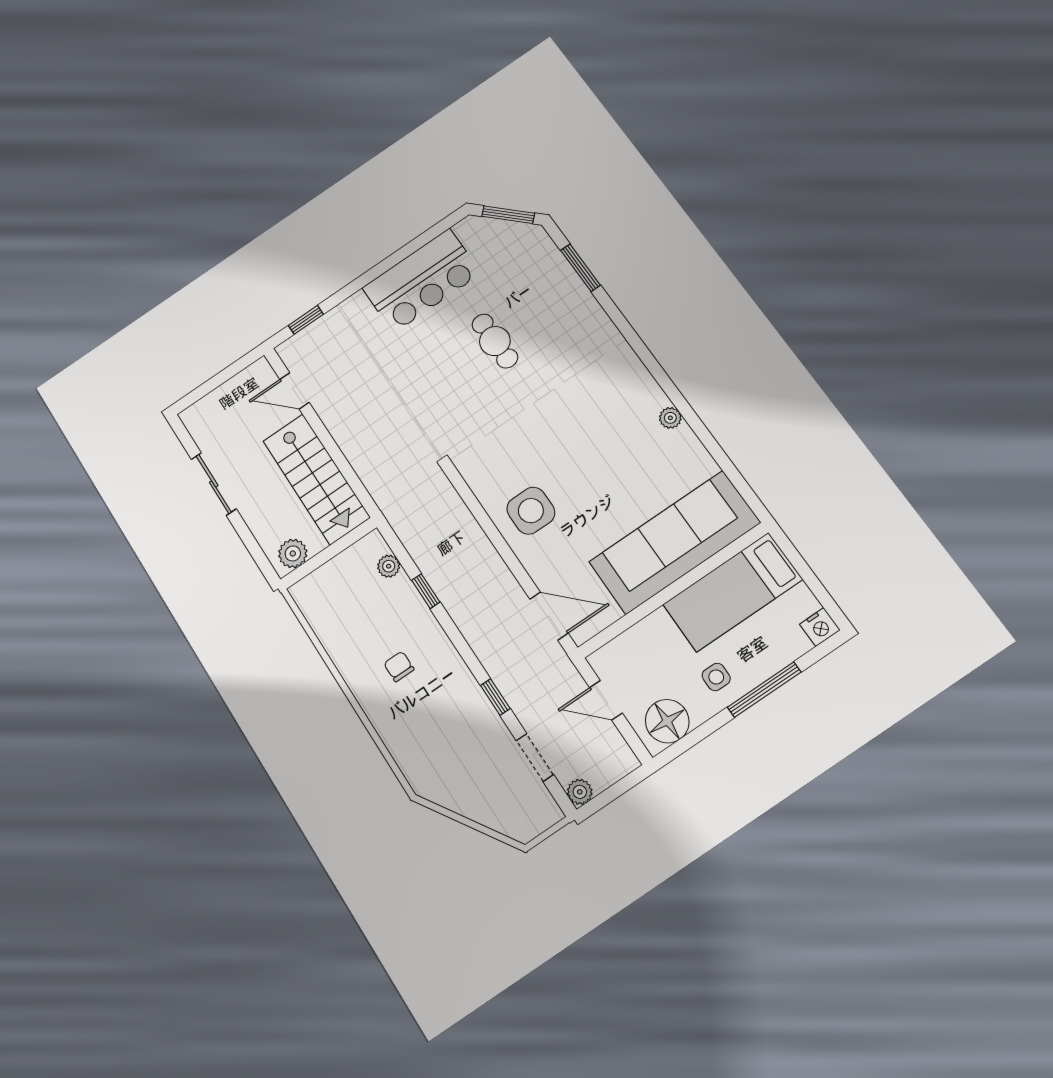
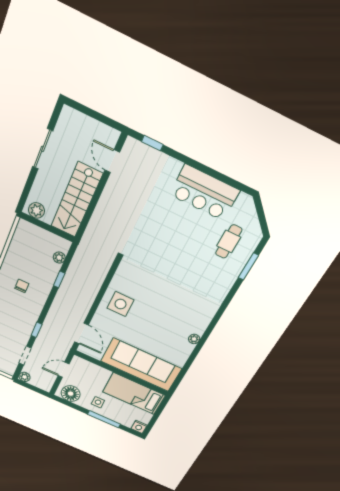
window: (508, 215) -> (262, 217), removed
cafe table: (495, 341) -> (229, 242), moved
door: (606, 700) -> (64, 370), hinge flipped

